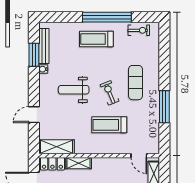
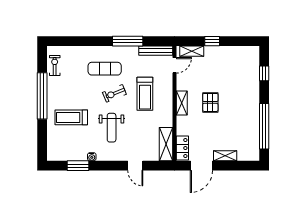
treadmill: (96, 39) -> (71, 117), moved, turned 90
bench: (44, 46) -> (156, 51), moved
shelving: (79, 163) -> (182, 103), moved

